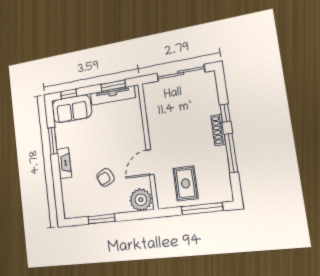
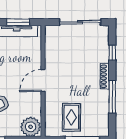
window: (225, 113) -> (112, 53), moved
door: (150, 162) -> (43, 80), moved

